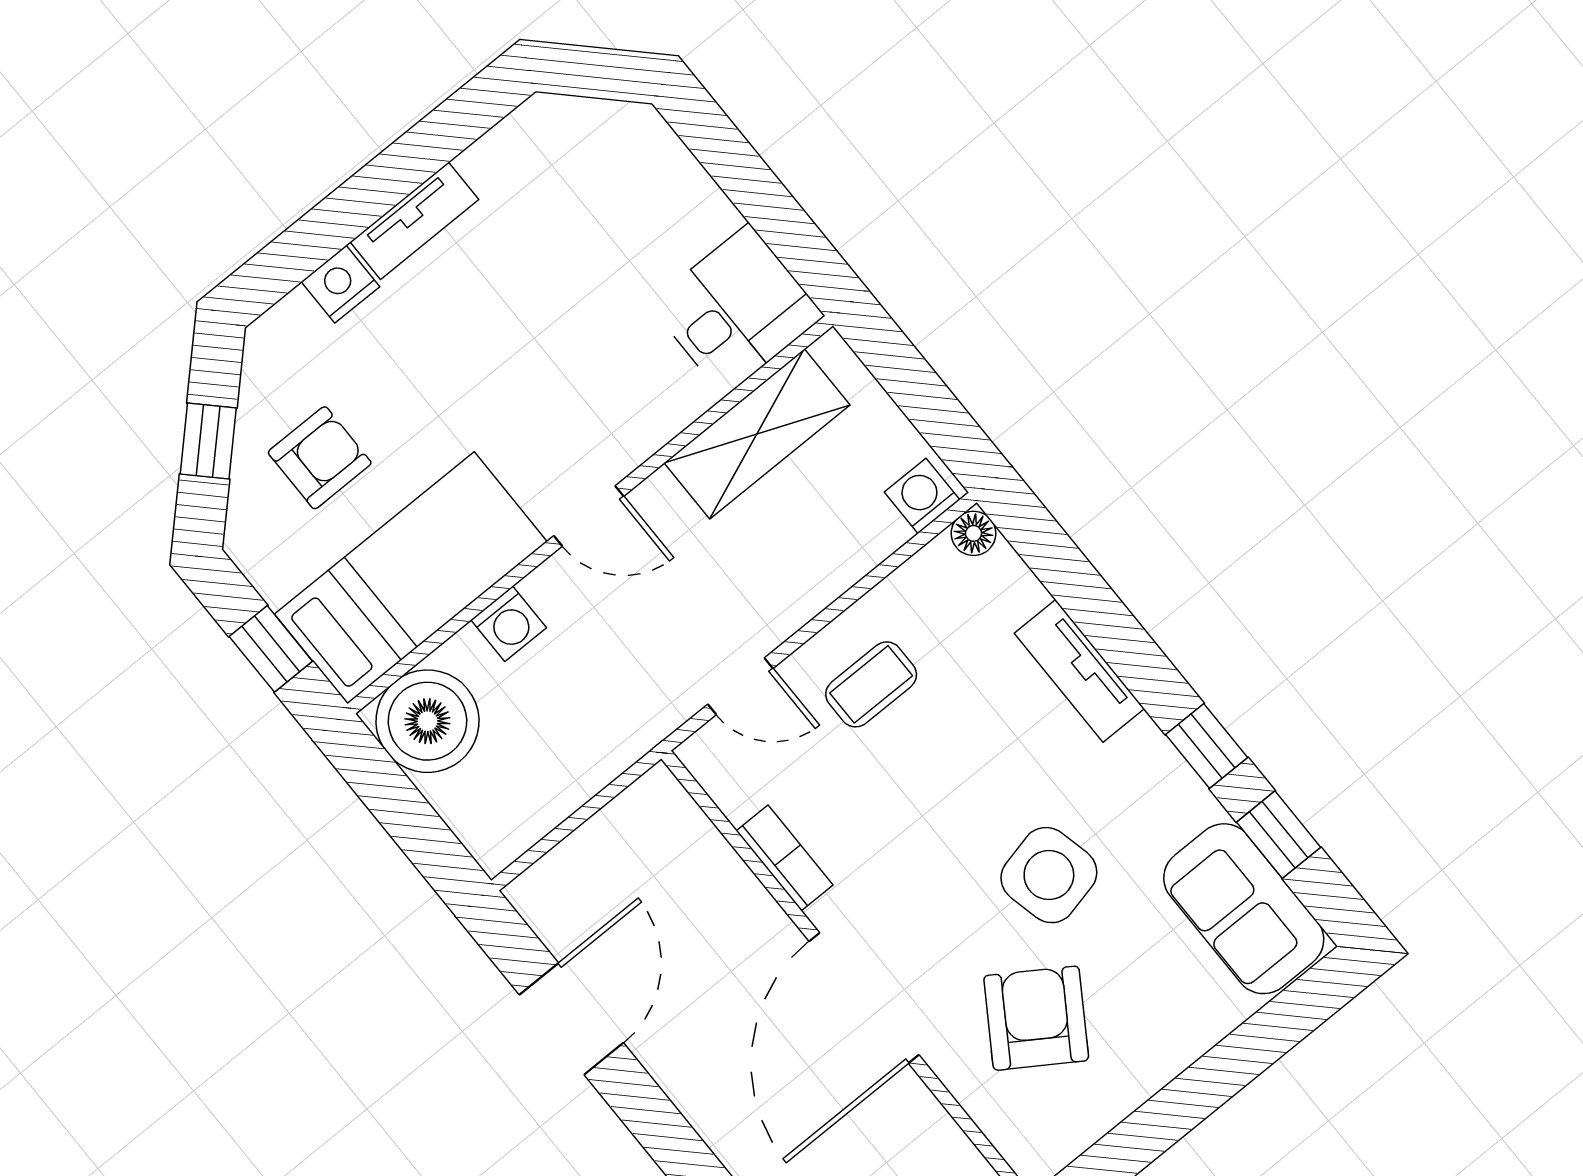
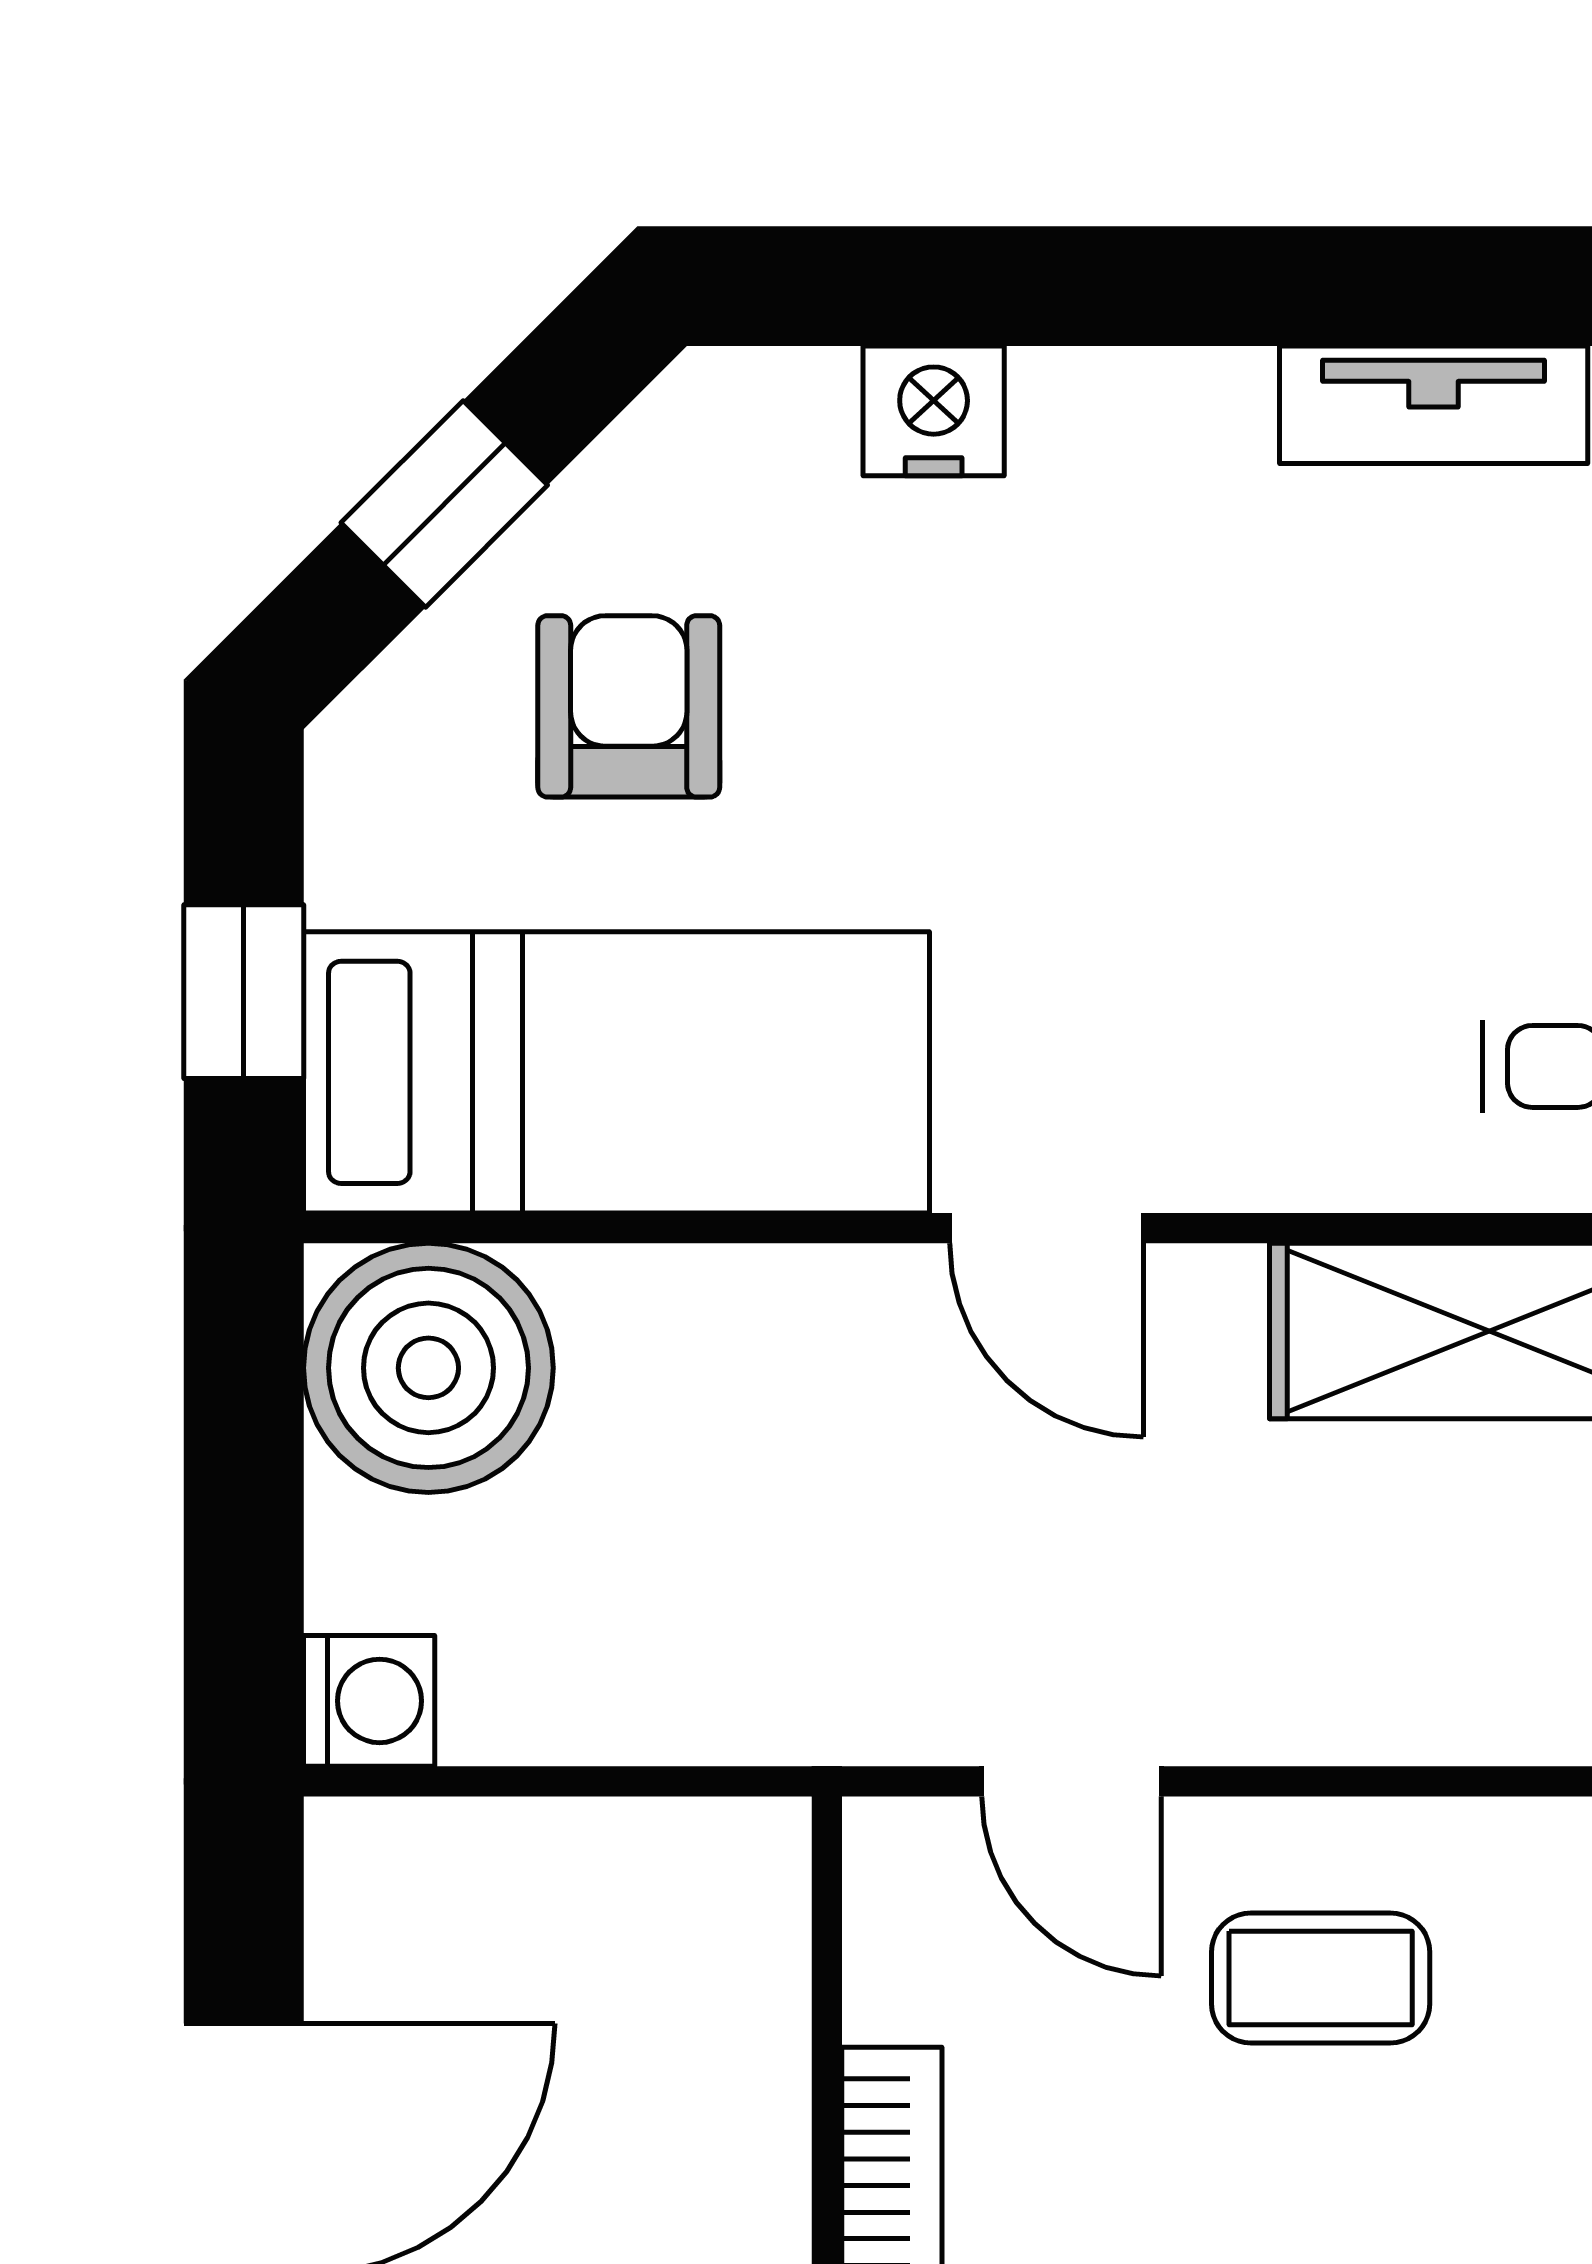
tv unit: (414, 221) -> (1434, 405), moved
armchair: (320, 458) -> (629, 706), turned -90
washing machine: (509, 624) -> (369, 1701), moved, turned -90

